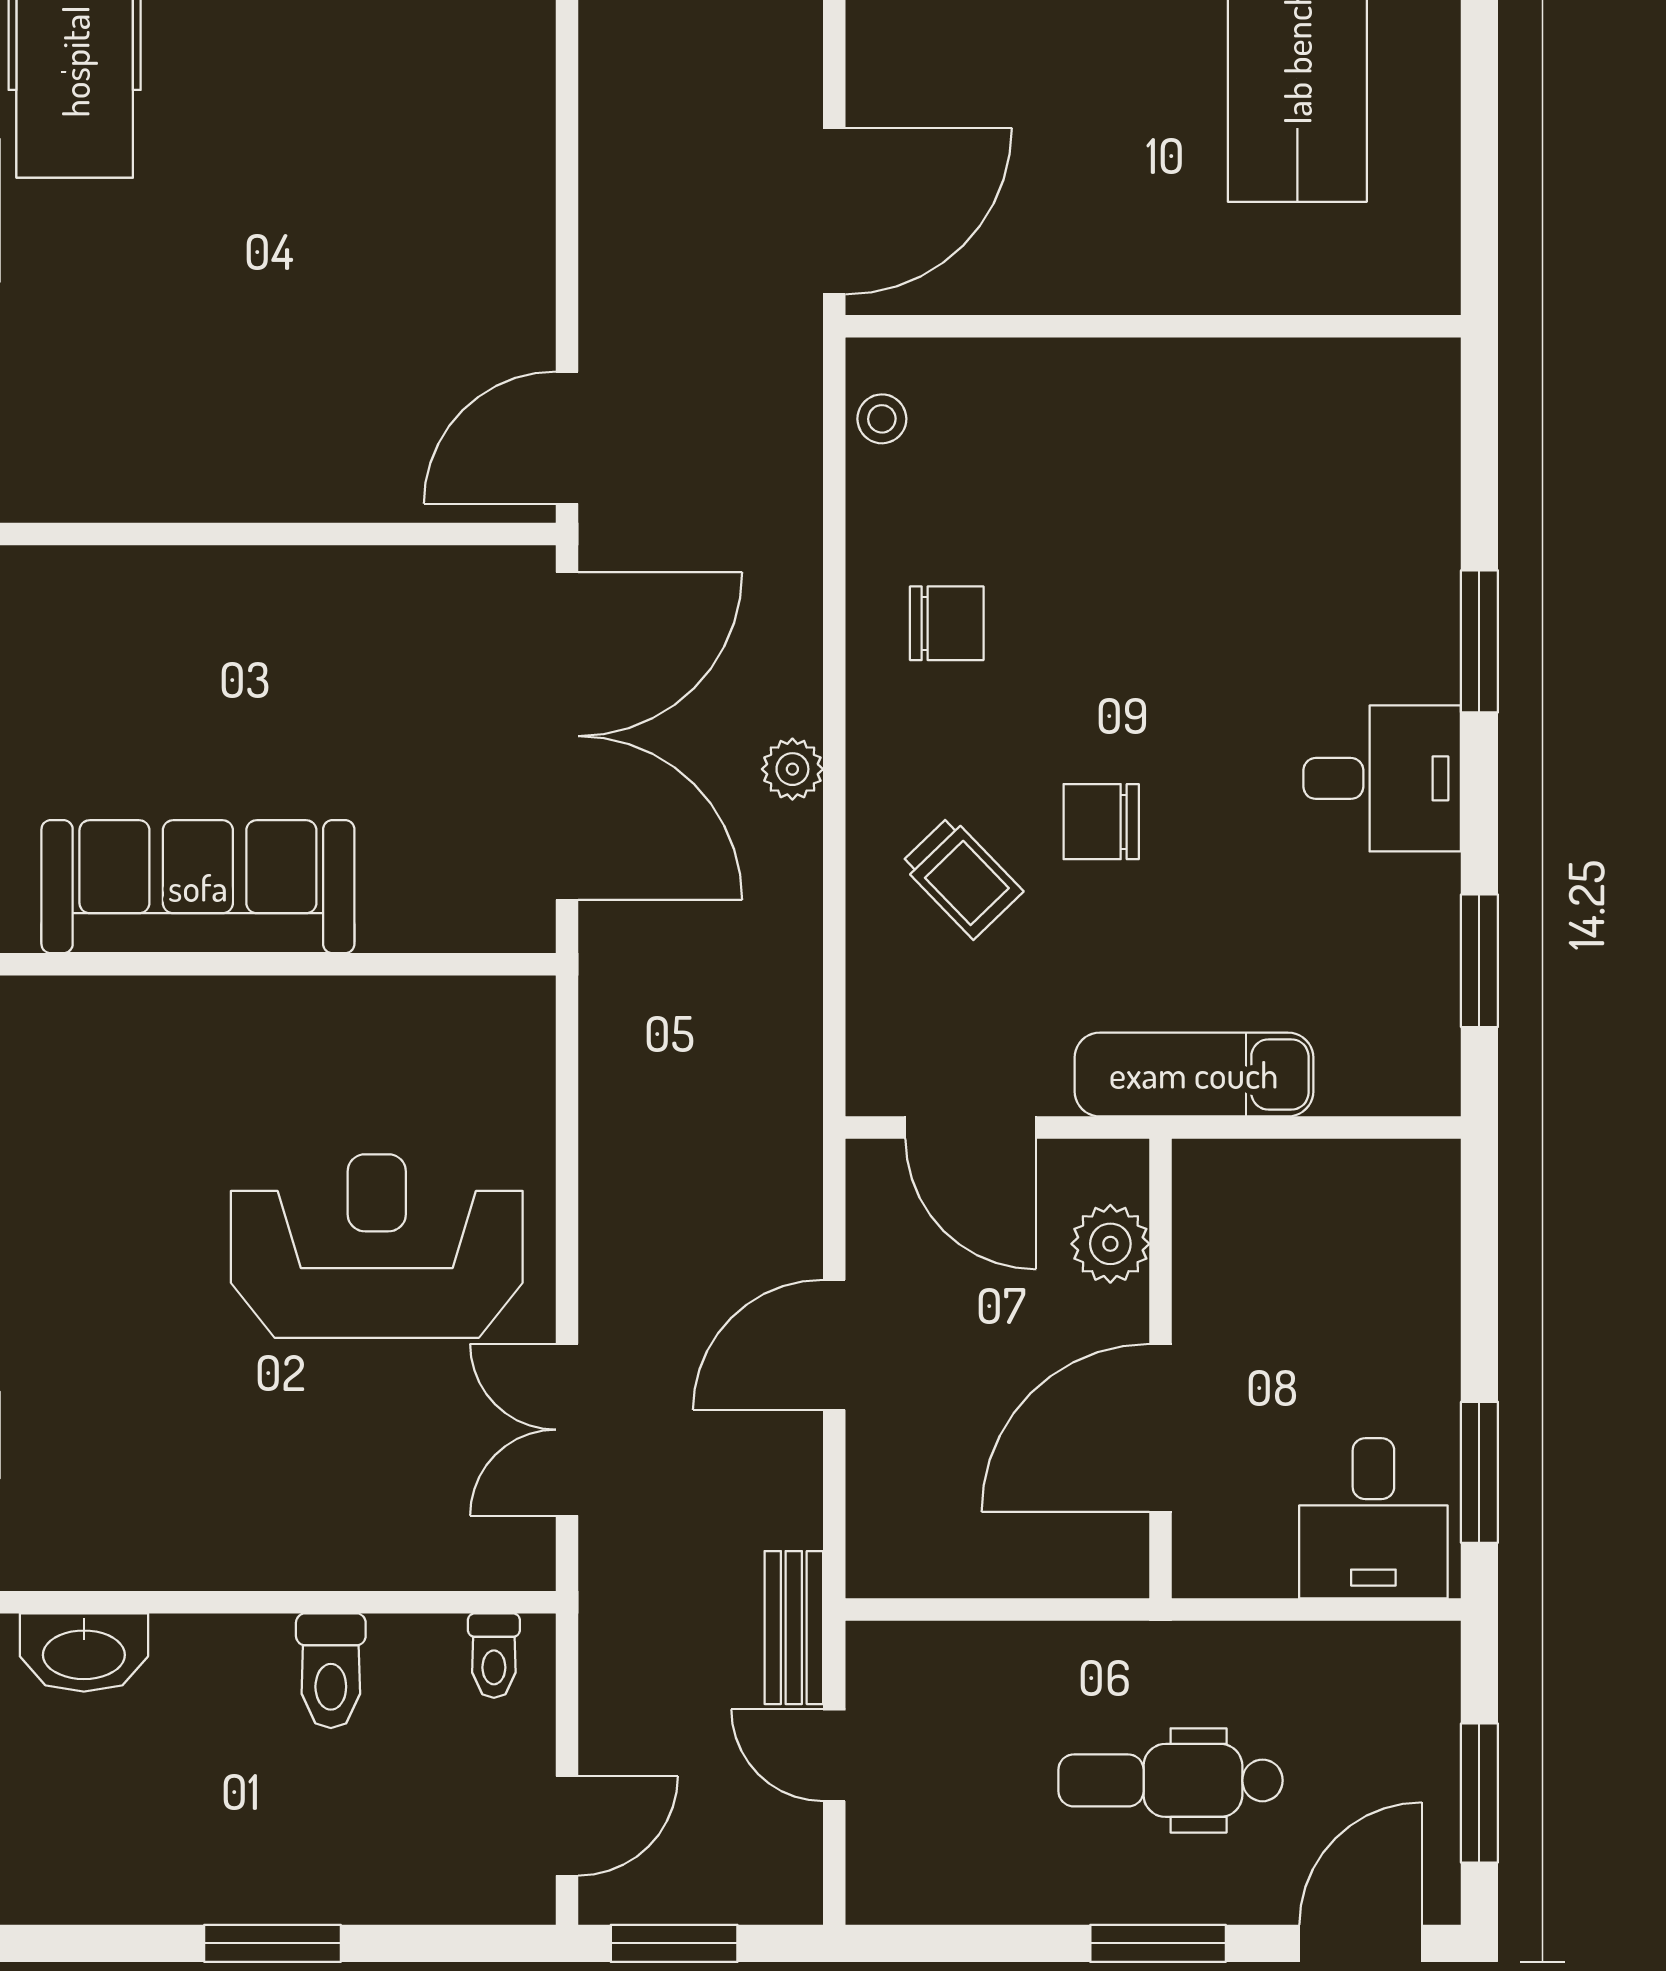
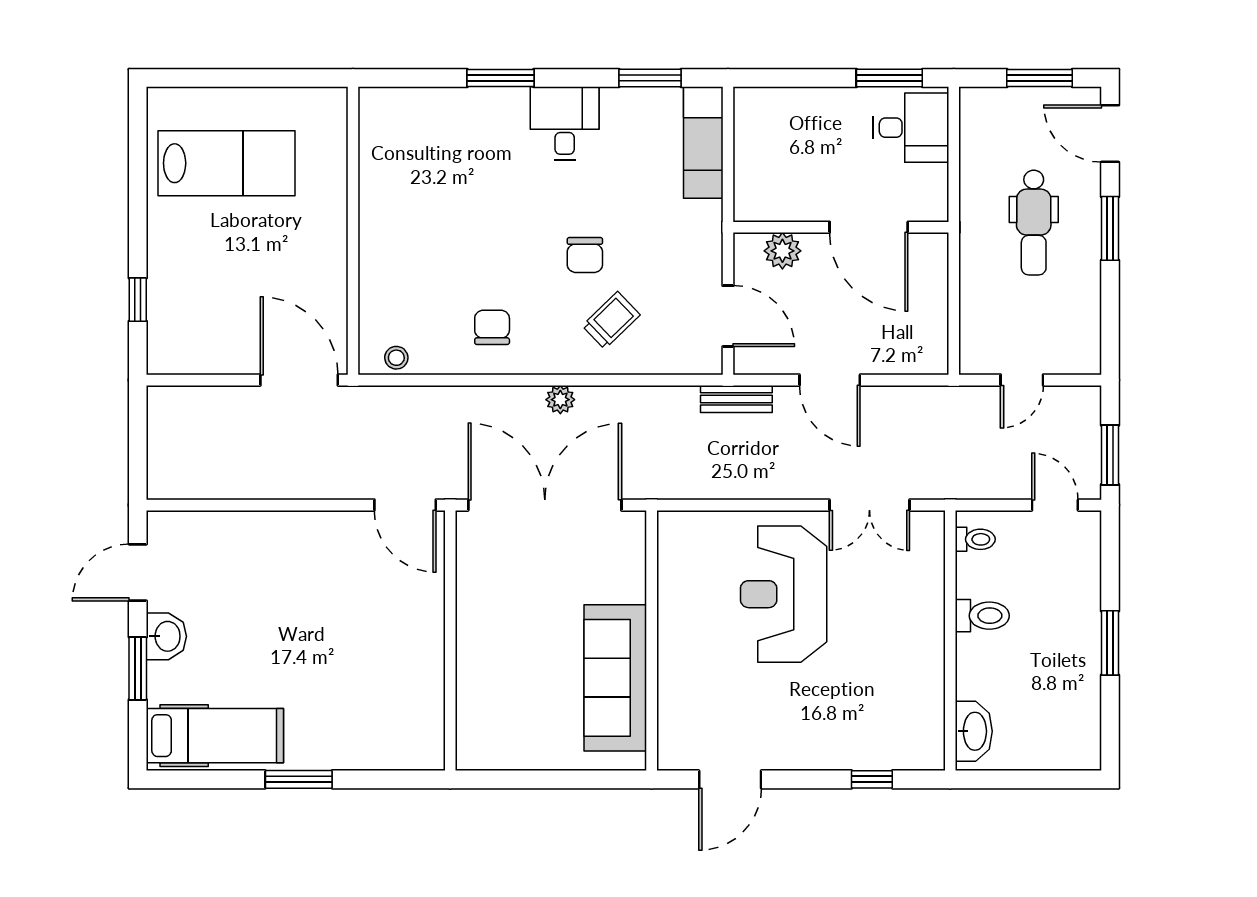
exam couch: (1194, 1074) -> (703, 143), moved
door: (971, 1127) -> (728, 316), hinge flipped
bench: (794, 1628) -> (736, 399), moved

